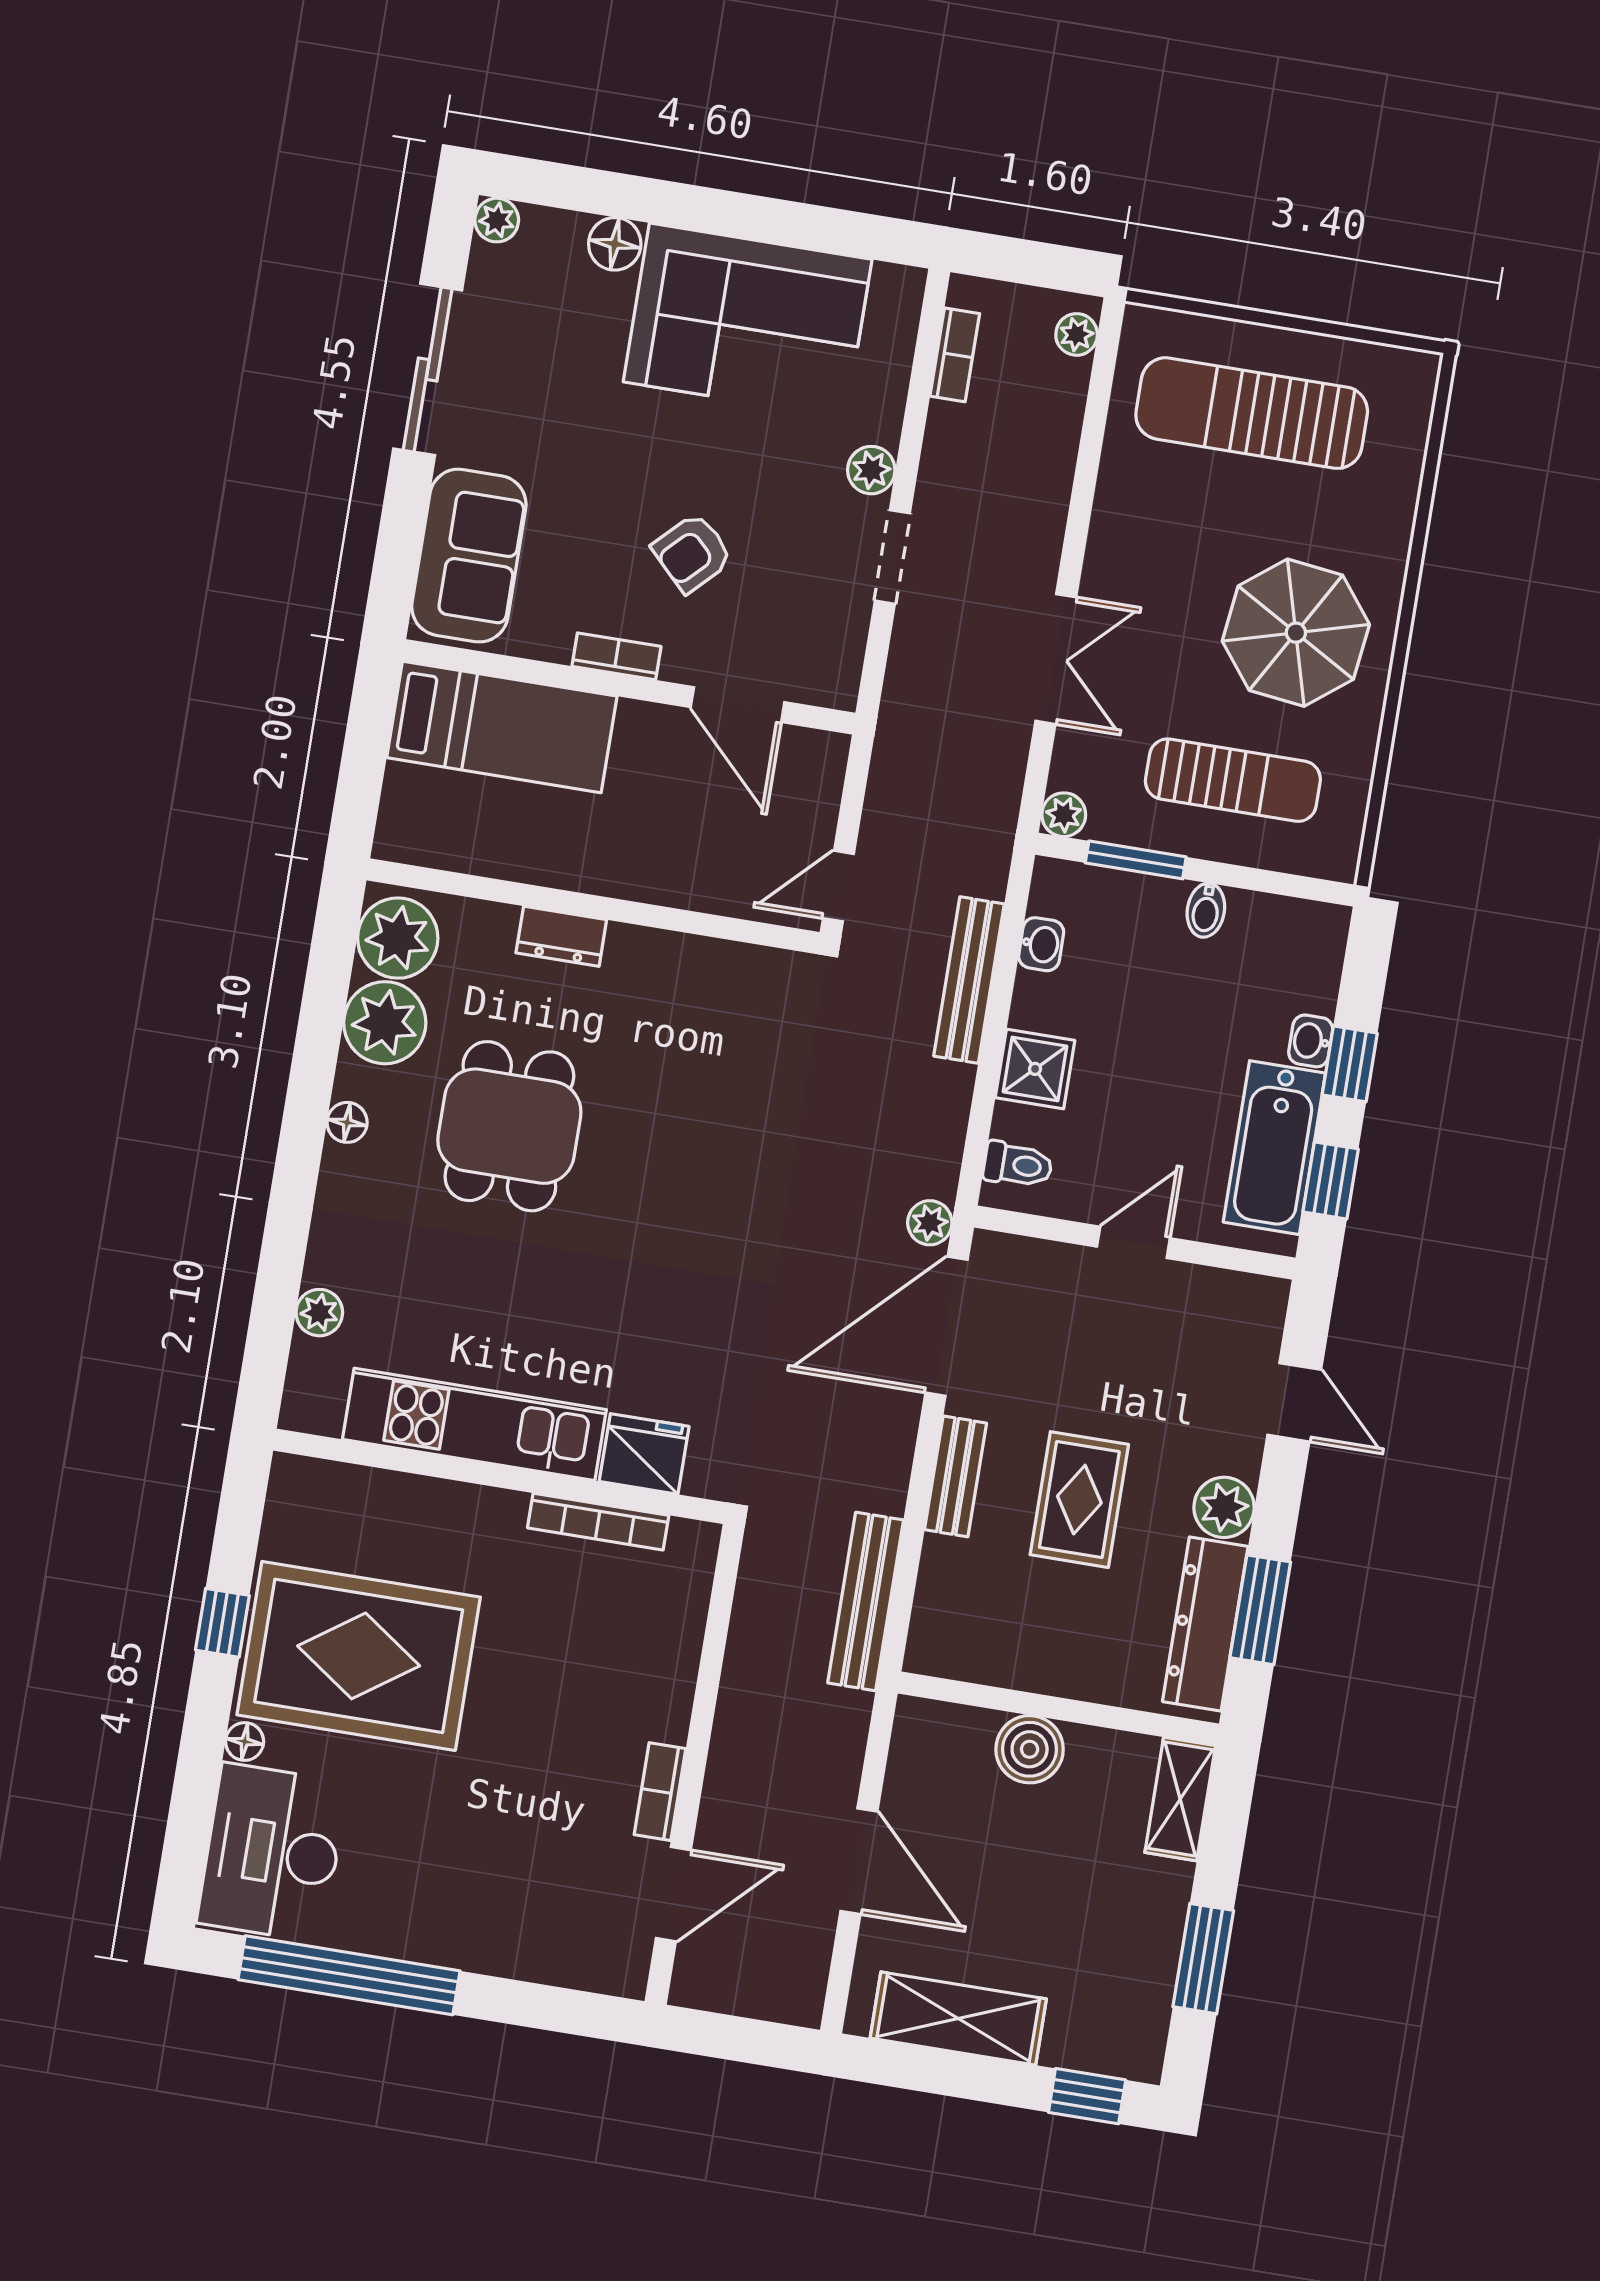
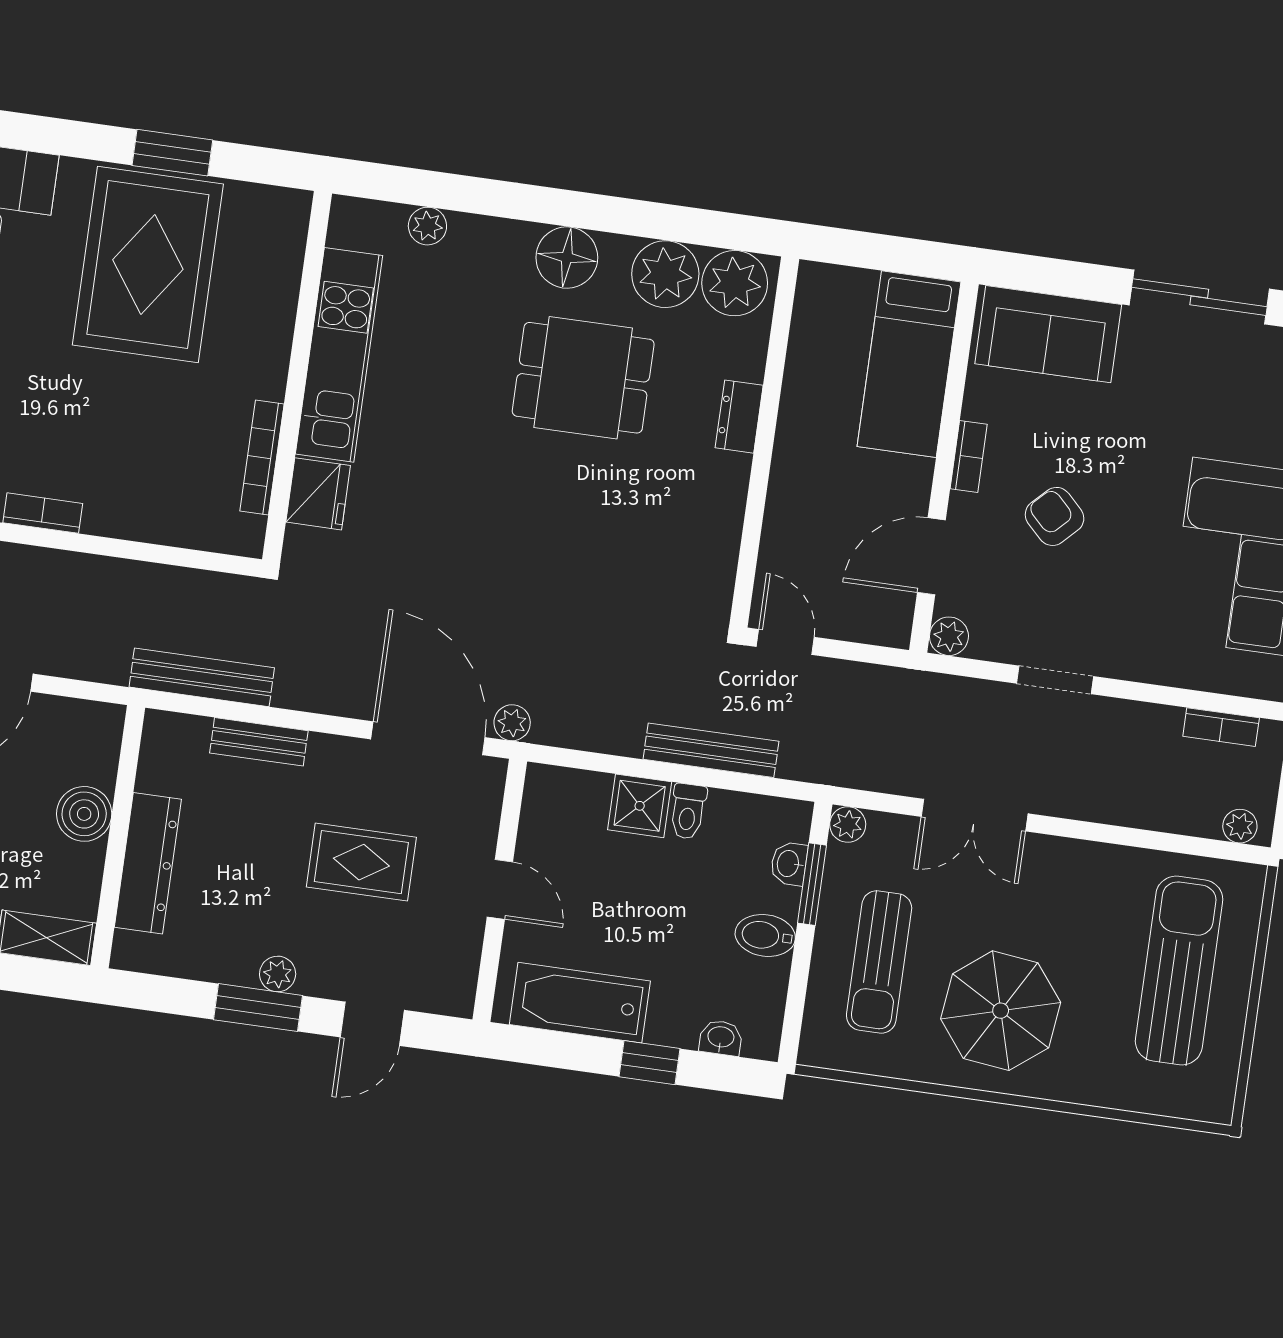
plant: (871, 470) -> (949, 636), moved
bidet: (1206, 910) -> (765, 935), width x1.38, depth x1.36
washbasin: (1041, 944) -> (789, 864), moved, turned 90
washbasin: (1311, 1041) -> (721, 1038), moved
floor lamp: (347, 1122) -> (567, 258), width x1.89, depth x1.89
toilet: (1018, 1165) -> (688, 811), moved
window: (1331, 1180) -> (554, 1049), removed
bench: (955, 1476) -> (259, 742), moved
rug: (1079, 1500) -> (361, 862), moved
plant: (1224, 1507) -> (278, 974), width x0.73, depth x0.73
window: (1260, 1610) -> (258, 1008), moved
window: (222, 1623) -> (172, 153), width x1.50
dresser: (1205, 1624) -> (148, 863), moved, turned 90
floor lamp: (245, 1742) -> (76, 173), removed

